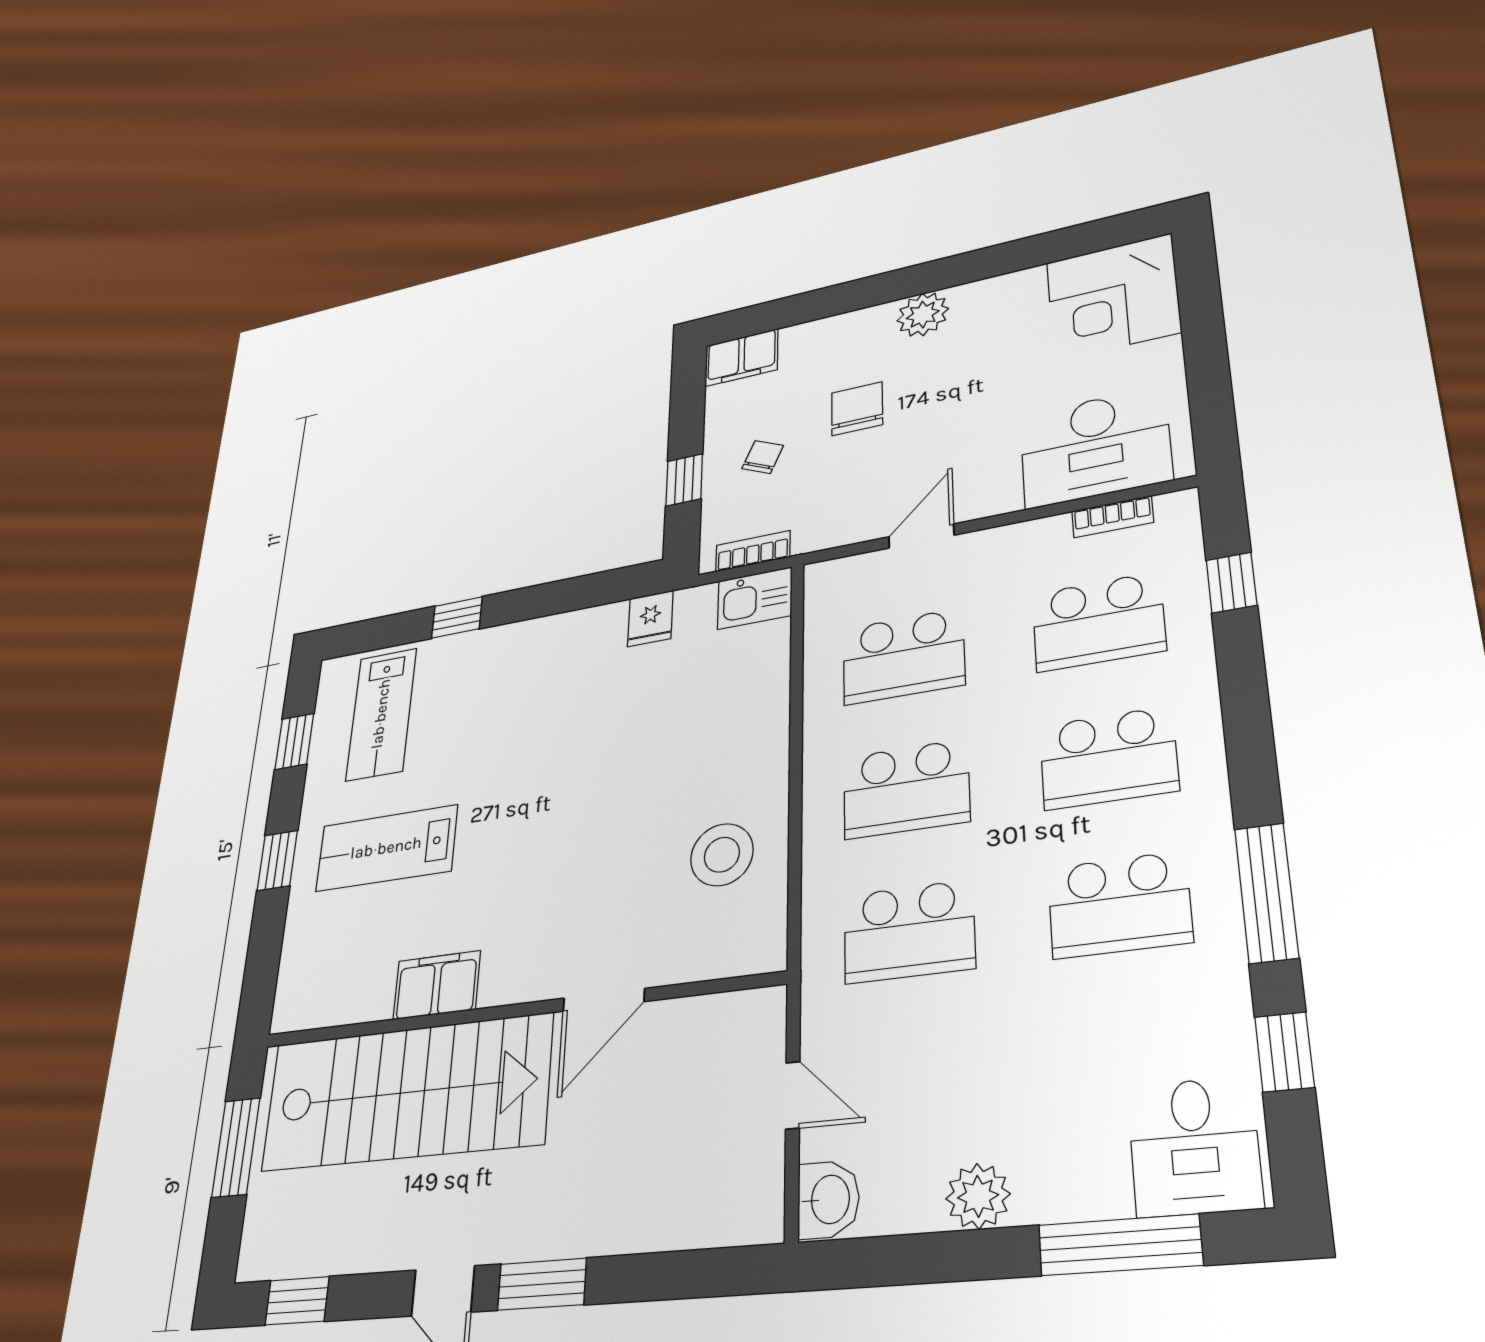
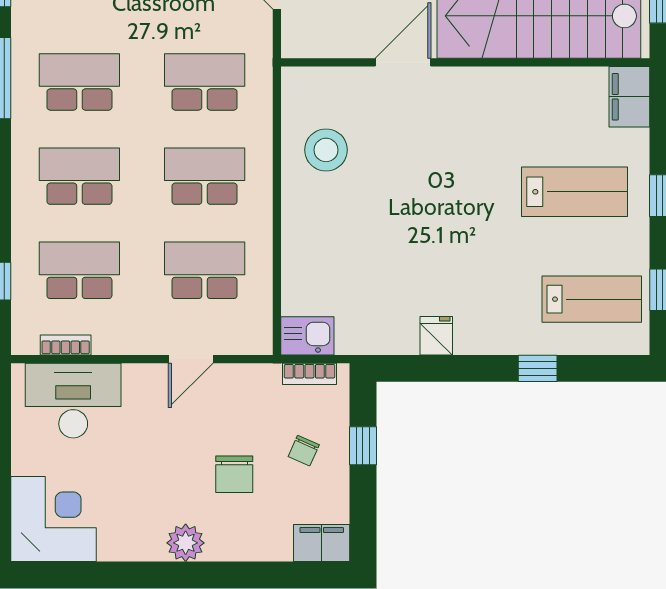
fridge: (650, 619) -> (436, 336), moved
lab bench: (381, 714) -> (592, 299), turned 90
filing cabinet: (437, 985) -> (629, 97), moved, turned 90

